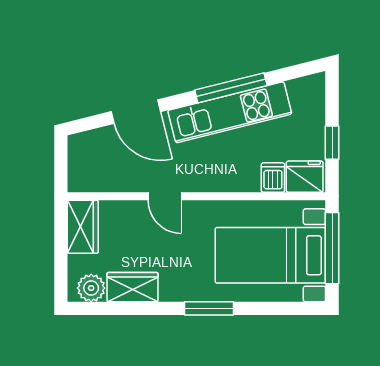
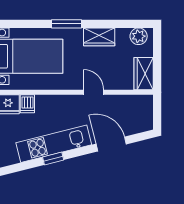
window: (231, 88) -> (53, 159), width x0.46
wardrobe: (132, 287) -> (99, 37), moved

